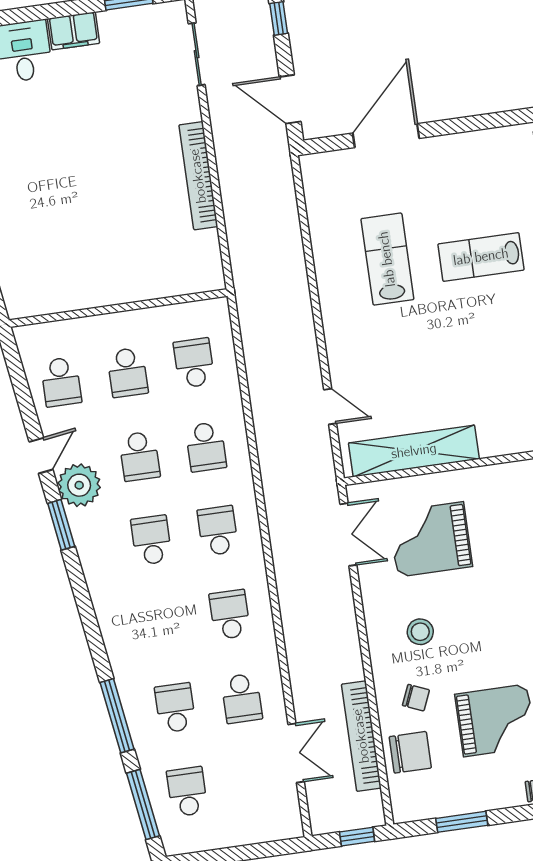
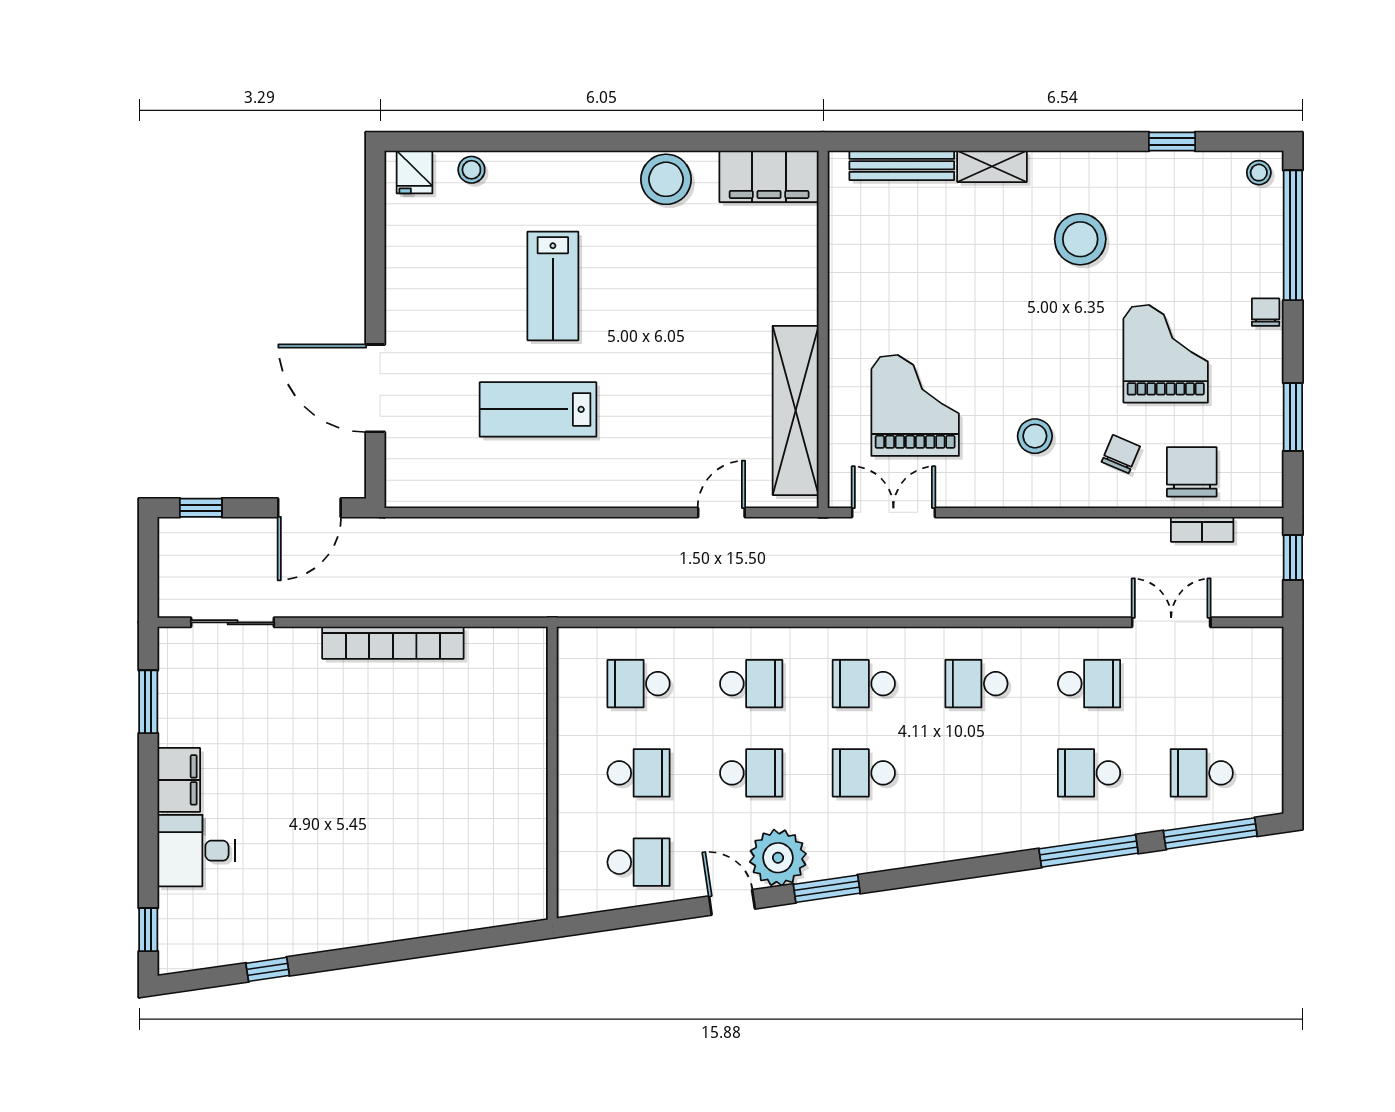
grand piano: (430, 539) -> (915, 405), turned 180
bookcase: (361, 736) -> (1202, 529), width x0.43, depth x0.76

